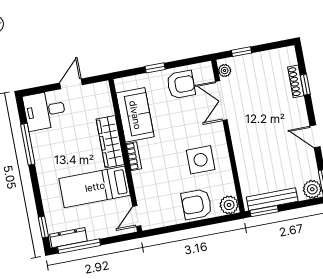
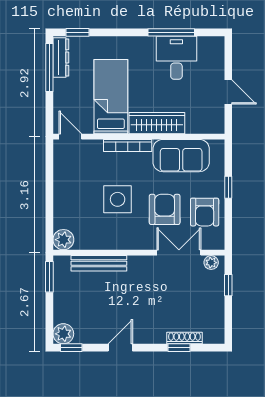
desk: (45, 111) -> (176, 58), moved
bookcase: (134, 156) -> (128, 145), width x1.56
side table: (201, 160) -> (118, 199), moved
bench: (272, 199) -> (99, 263), moved, turned 90
armchair: (197, 204) -> (165, 209), moved

